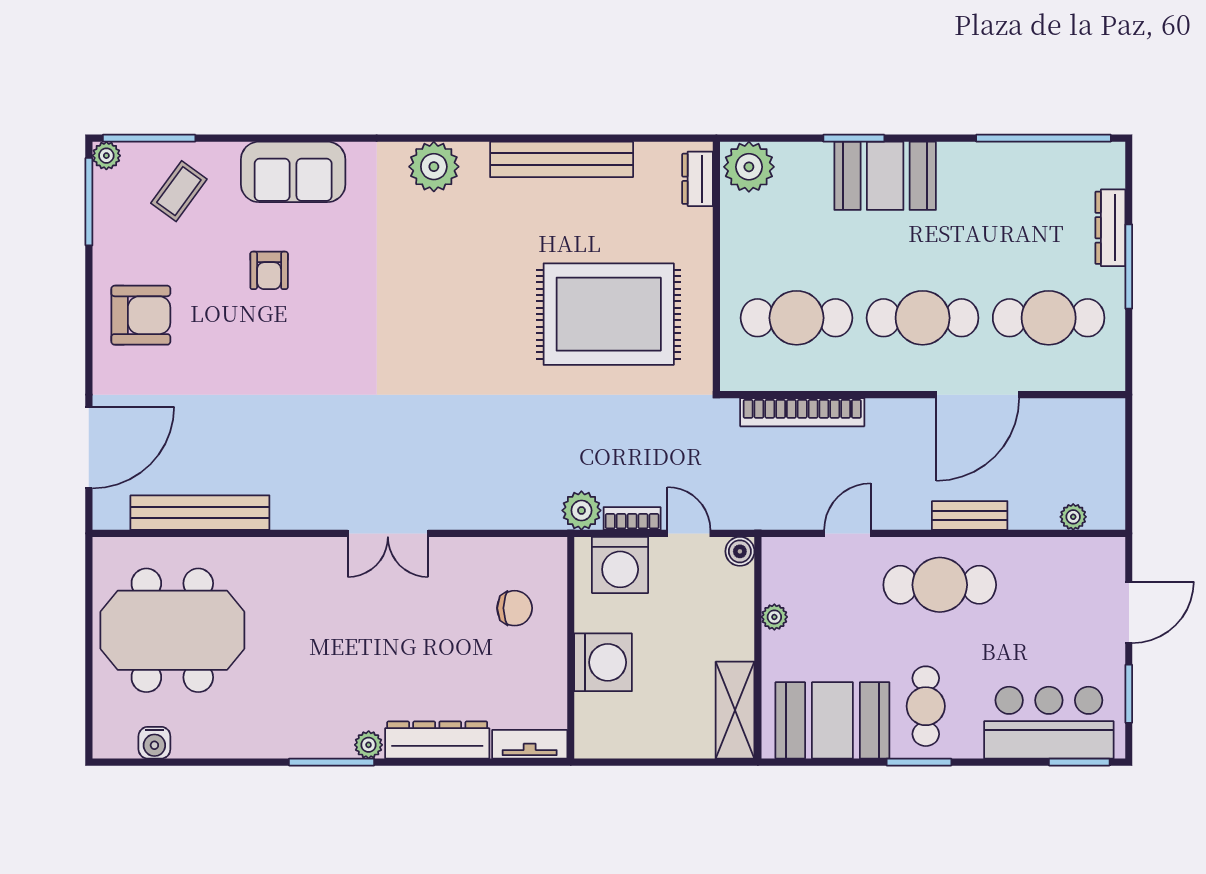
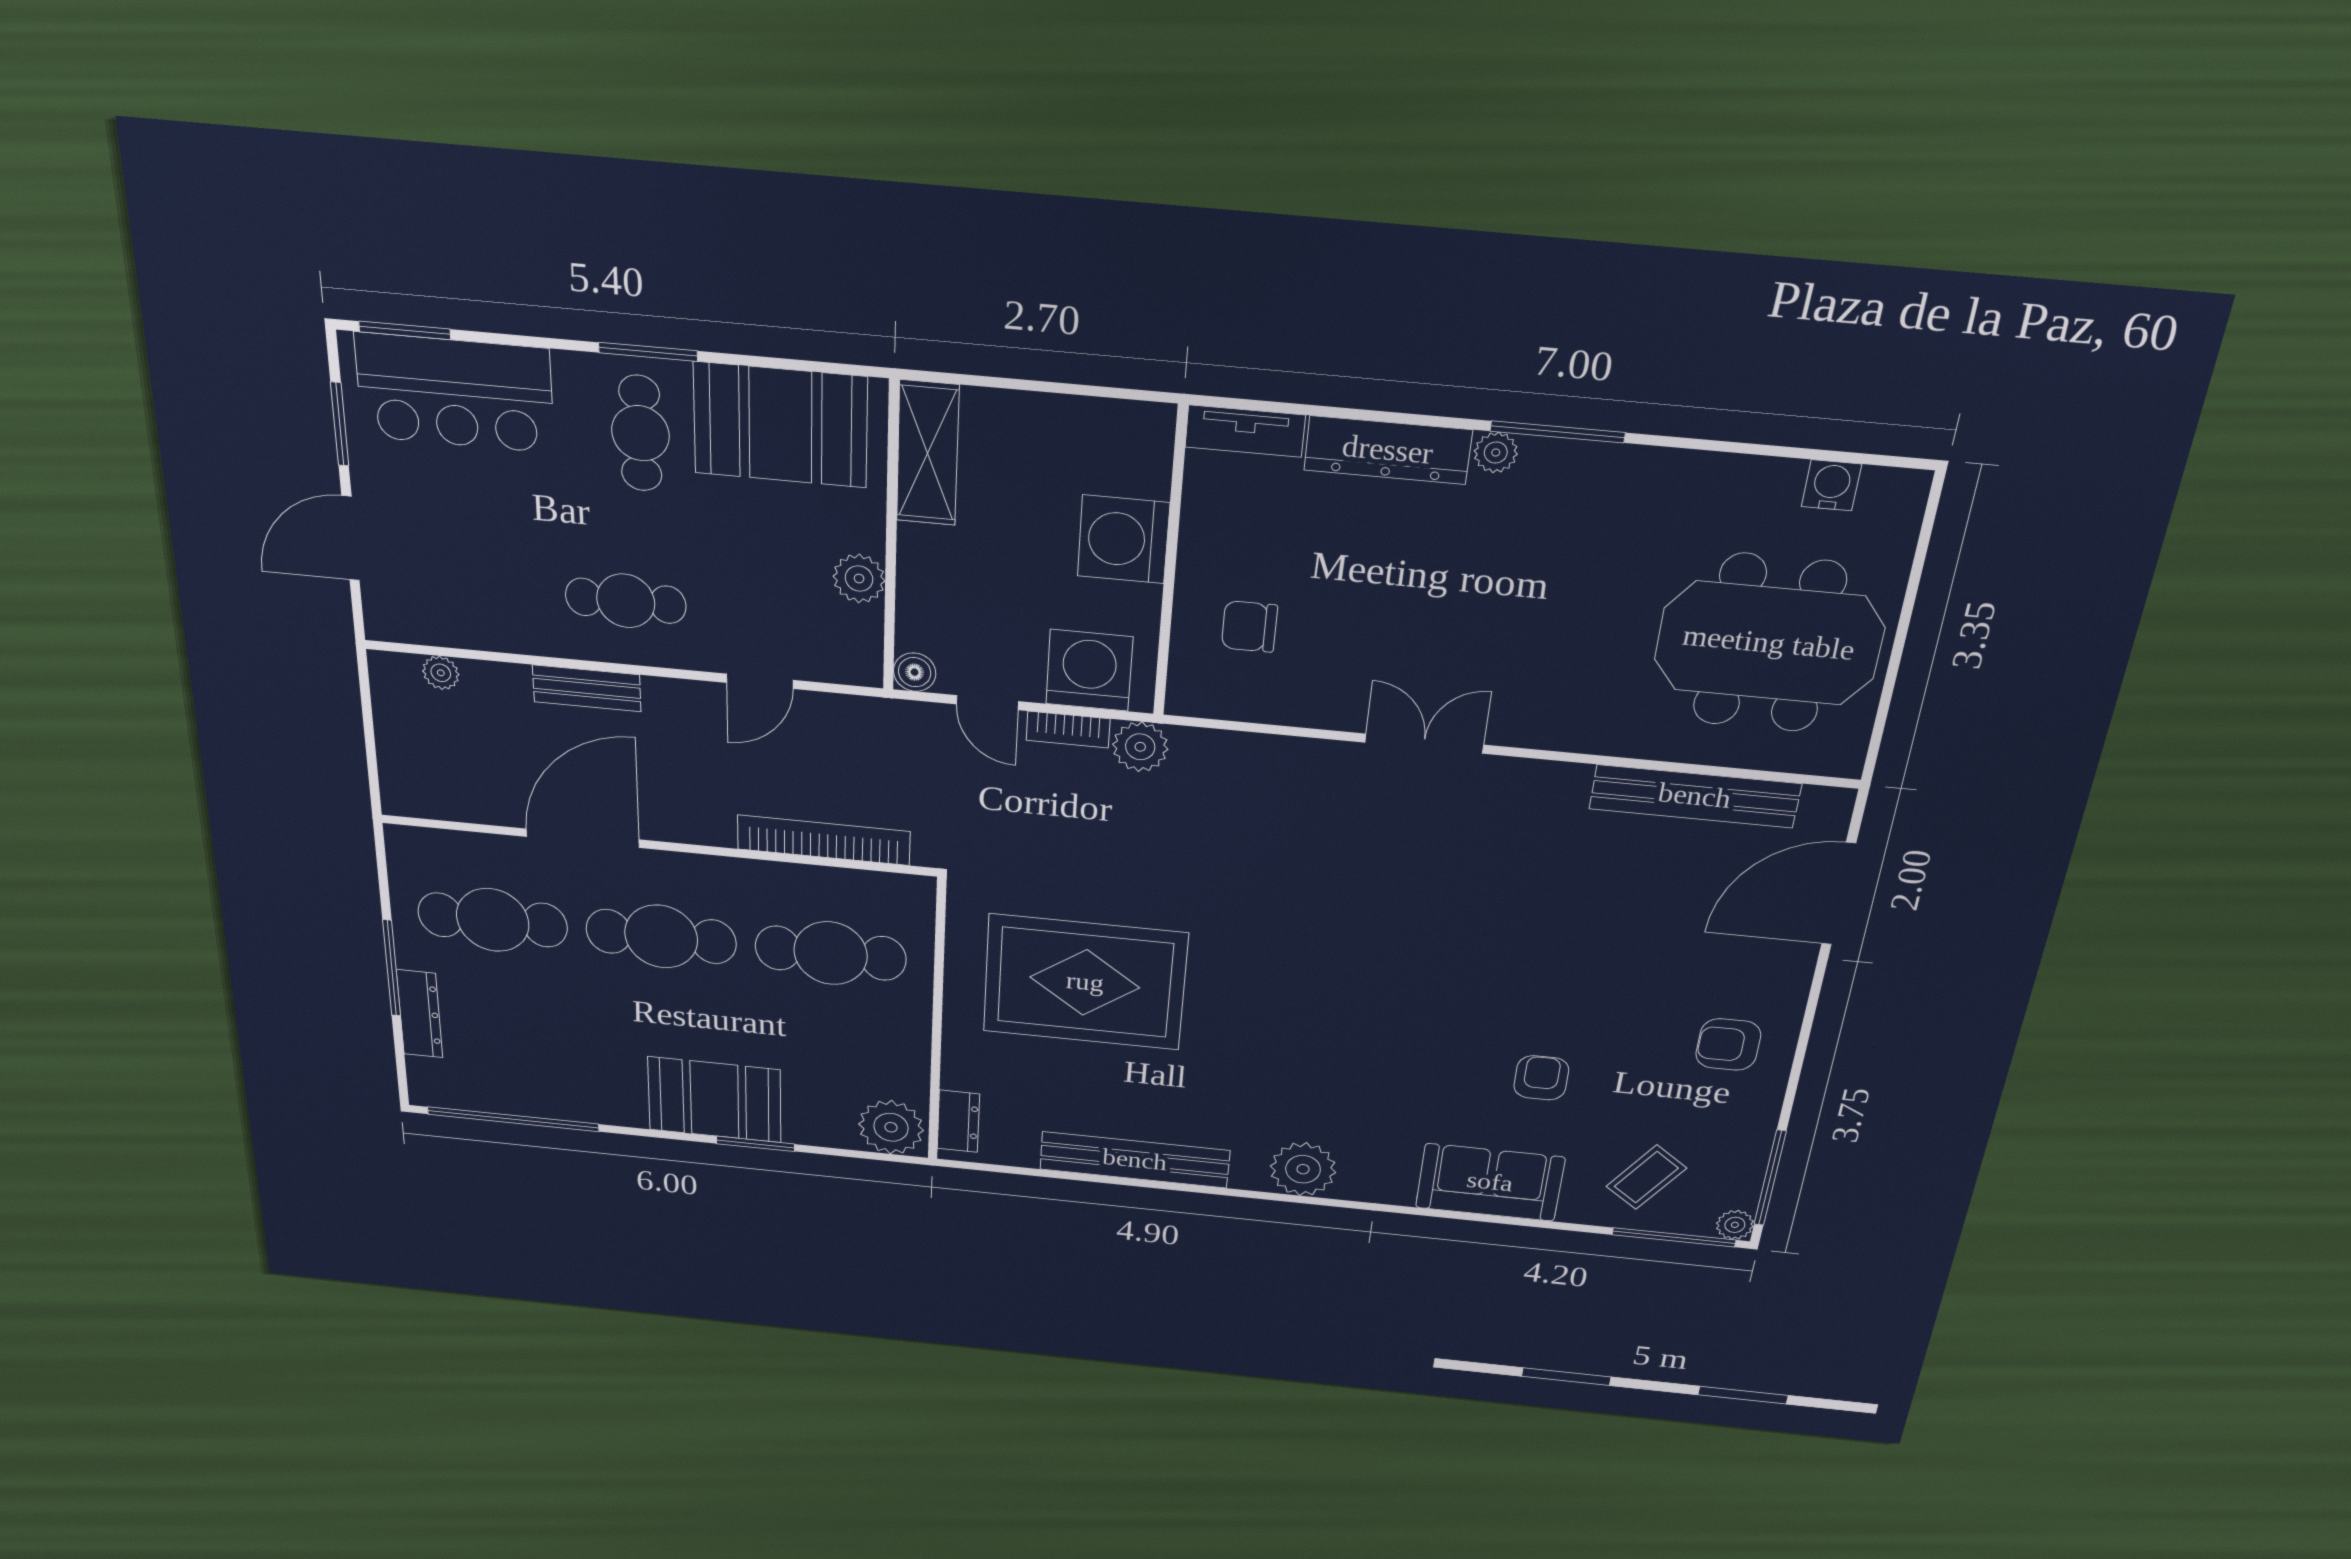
armchair: (141, 315) -> (1728, 1045), width x0.72, depth x0.72
cafe table: (940, 585) -> (626, 601), width x0.73, depth x0.74
plant: (774, 617) -> (859, 579), width x1.38, depth x1.38

